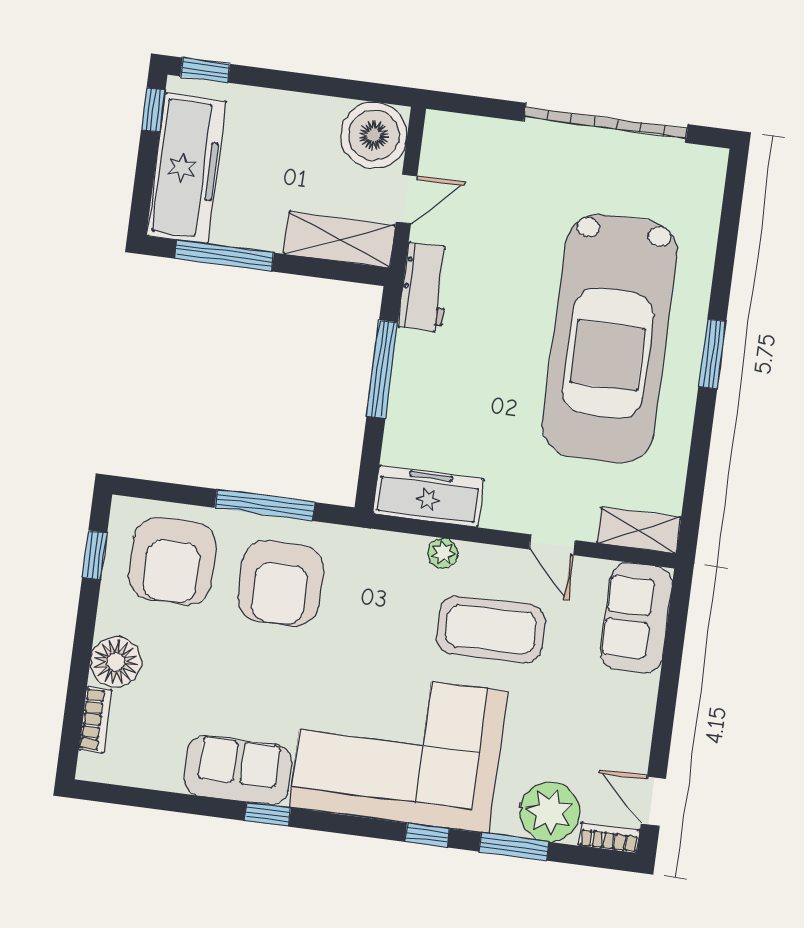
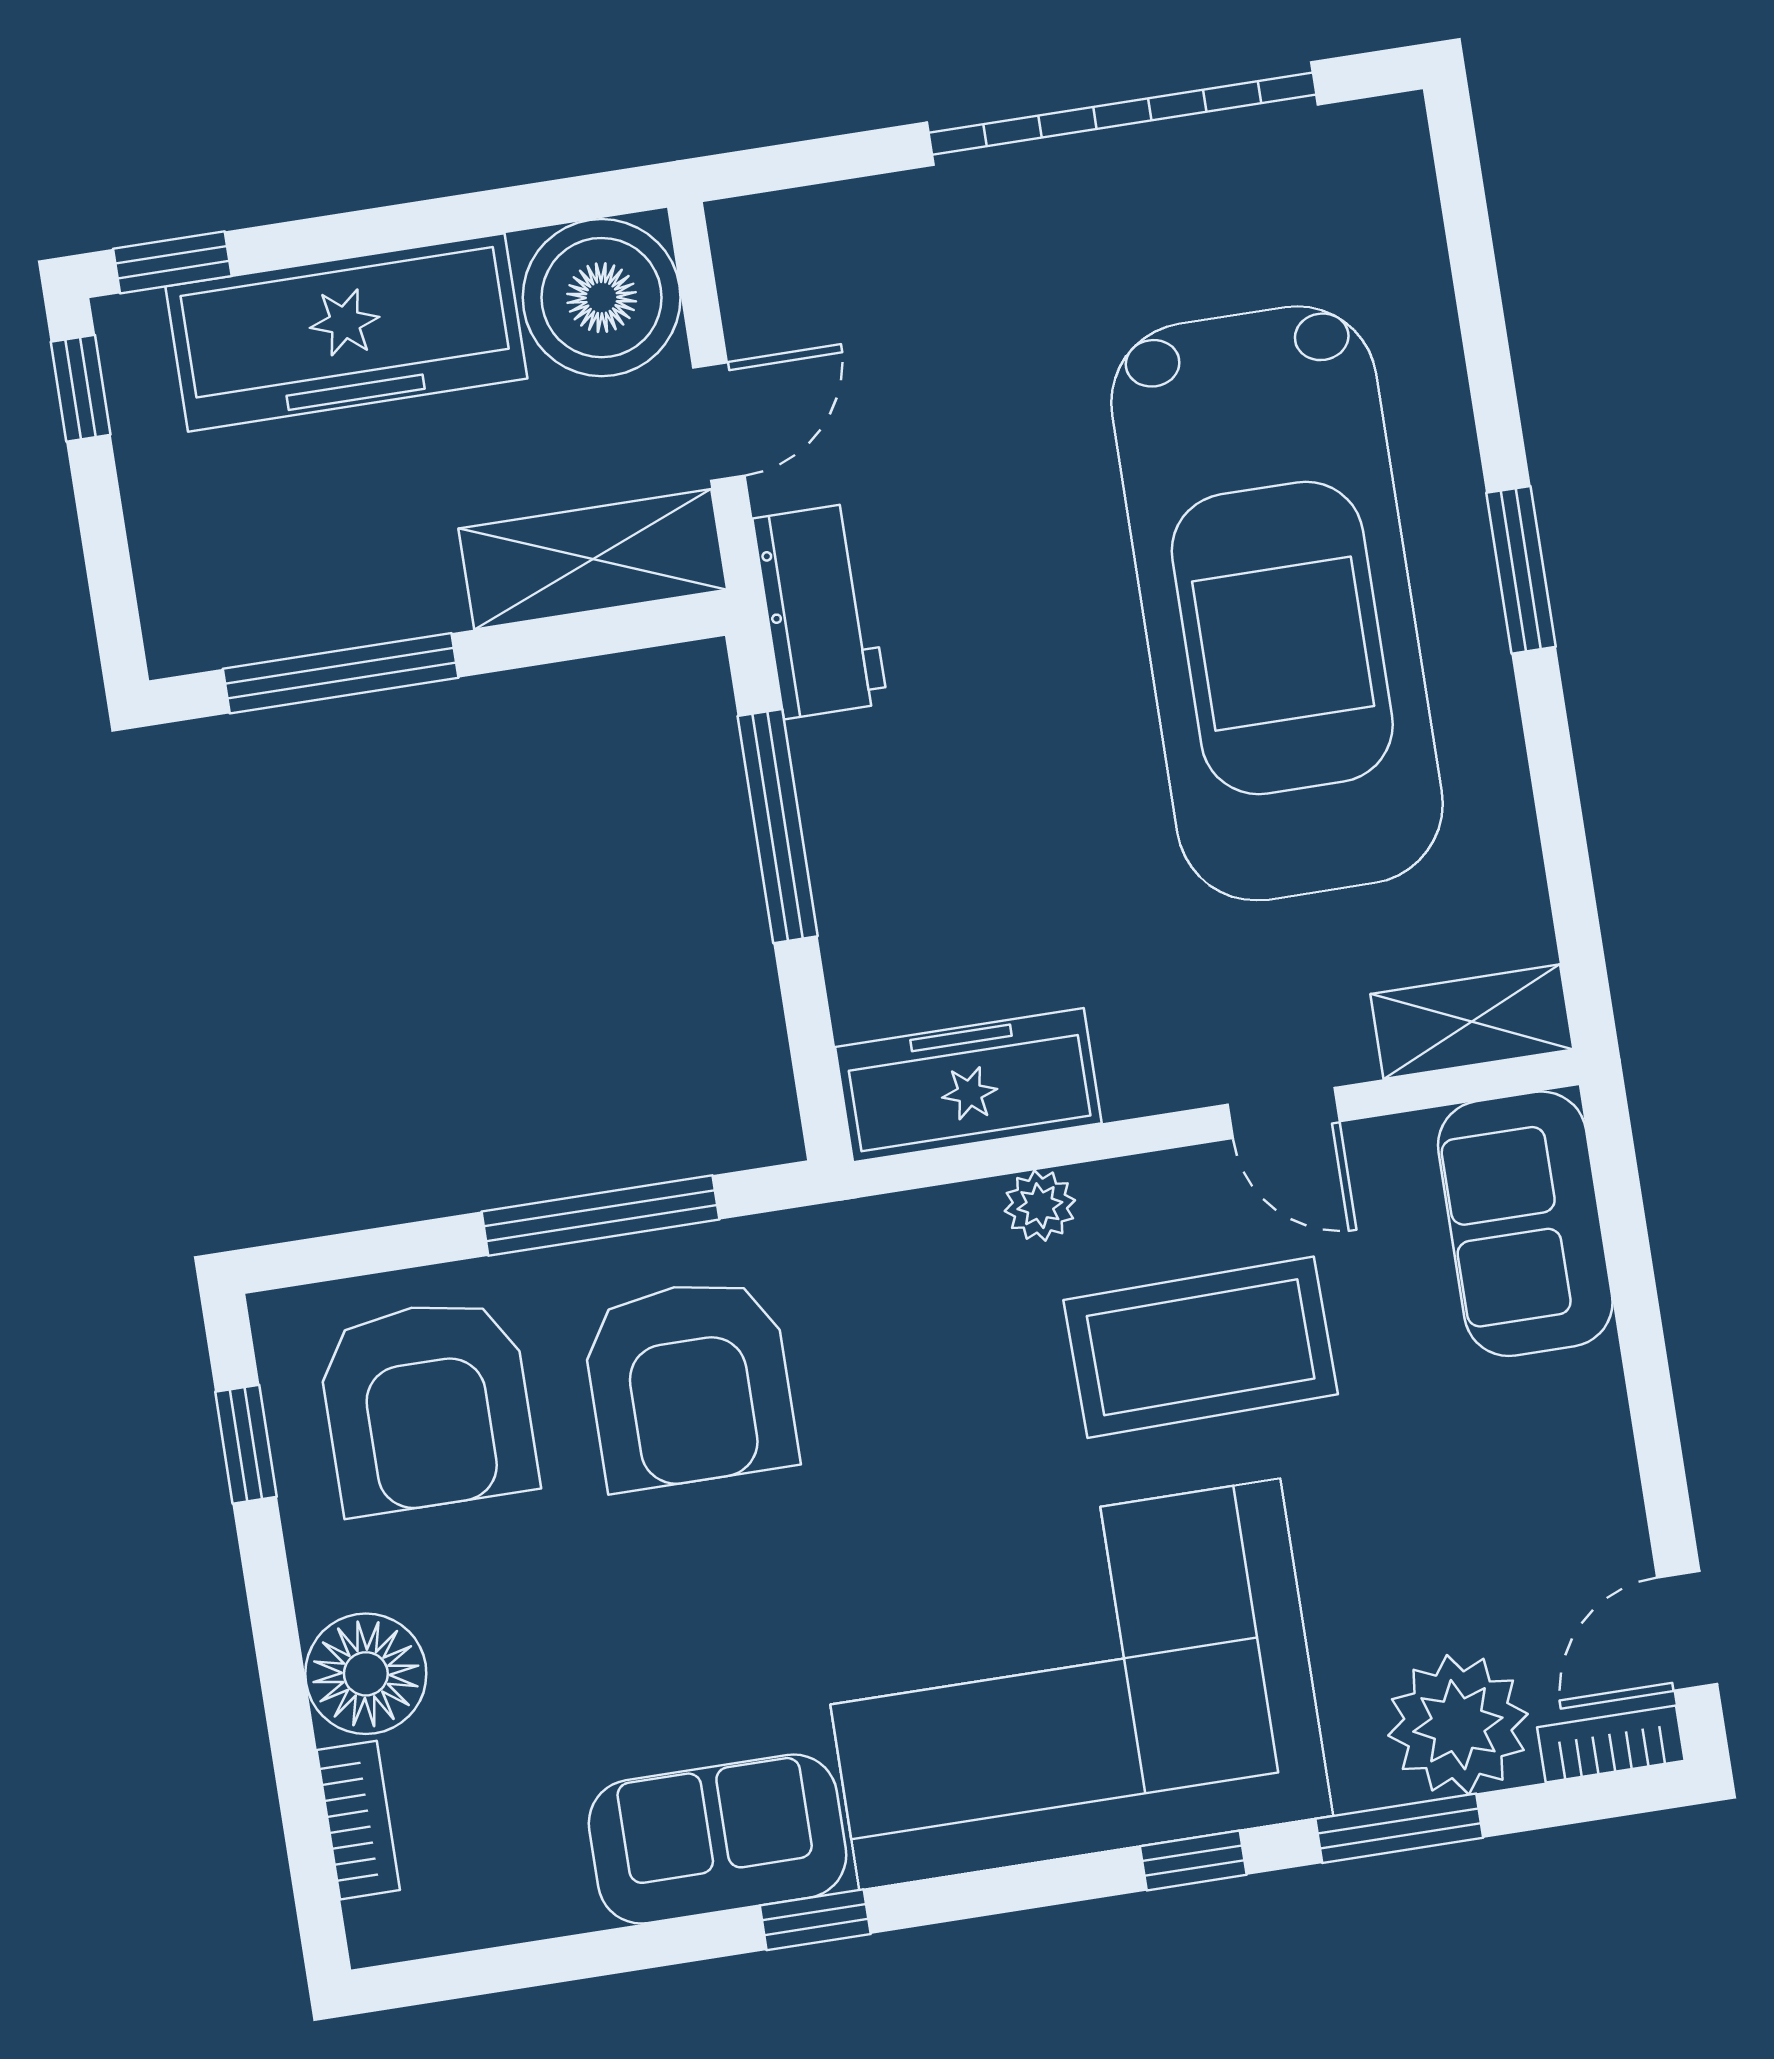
freezer: (186, 168) -> (346, 332), moved, turned 90
door: (653, 801) -> (1687, 1631), hinge flipped

